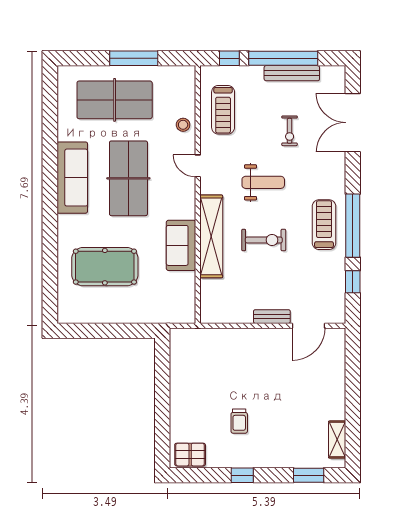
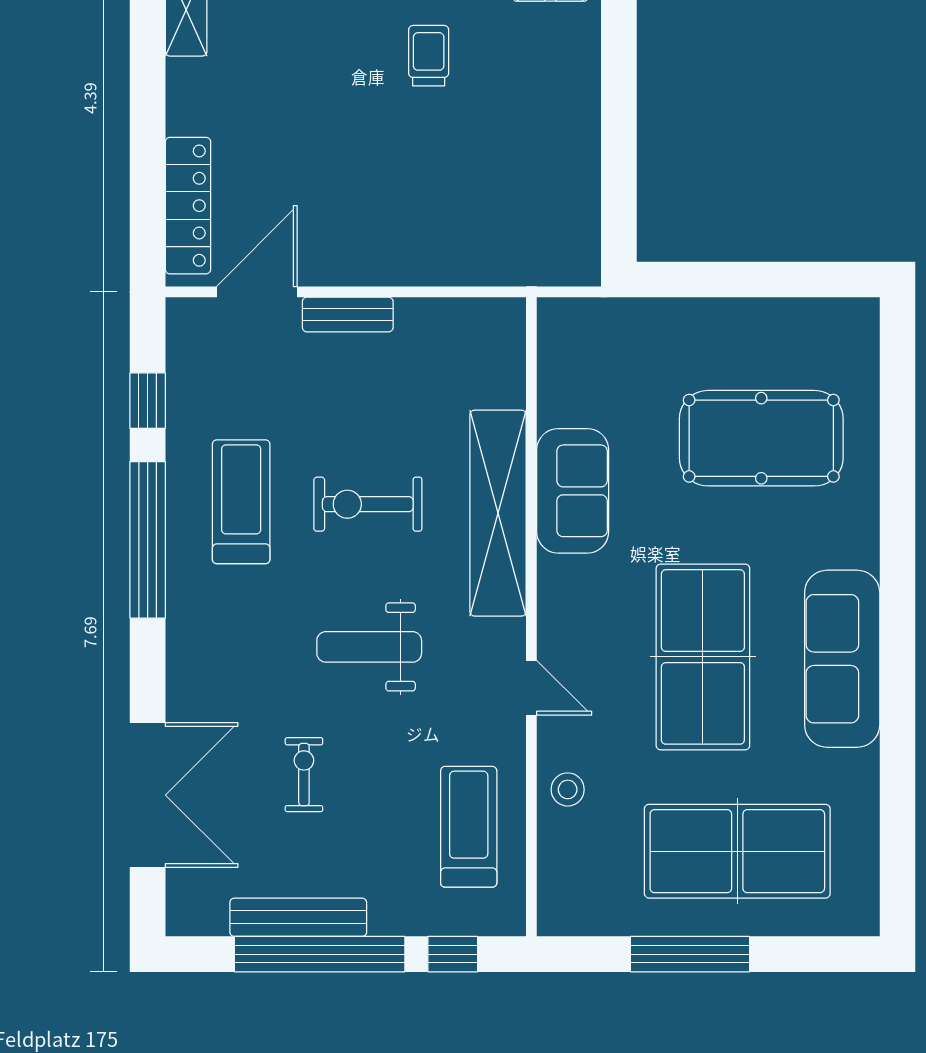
treadmill: (324, 225) -> (241, 502), moved, turned 180
locker: (336, 361) -> (188, 206), added

